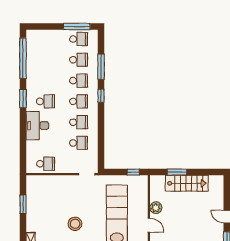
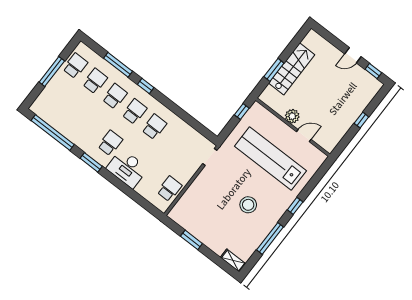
window: (77, 27) -> (52, 71), moved
school desk: (79, 143) -> (174, 142), removed

